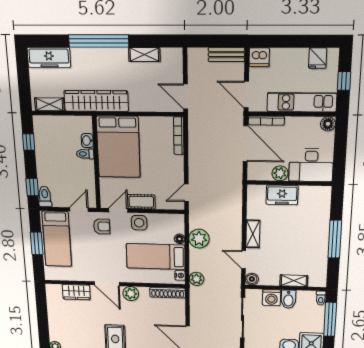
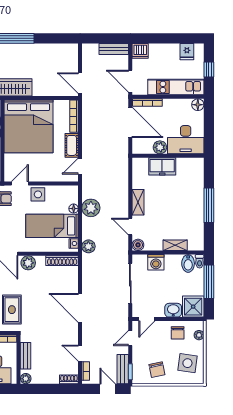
shelving: (144, 54) -> (47, 49), removed
bed: (118, 147) -> (28, 126), width x1.36
cot: (141, 202) -> (72, 145), moved, turned 90
bidet: (288, 299) -> (188, 263), moved

